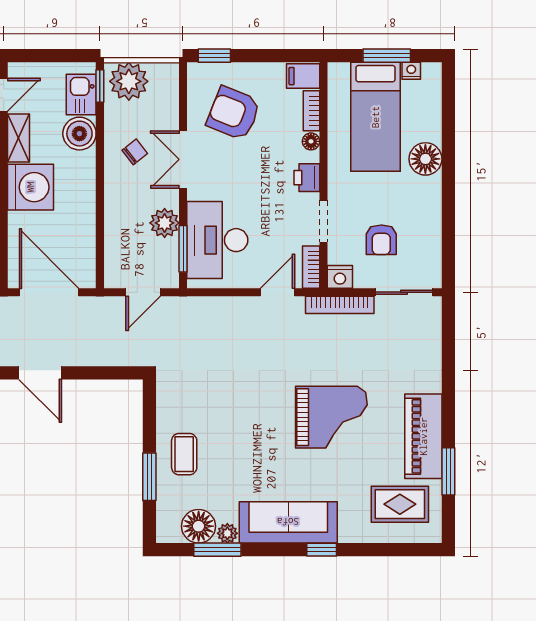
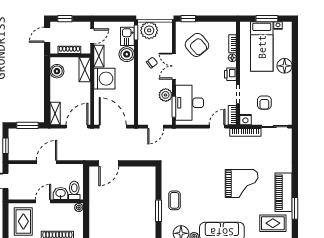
filing cabinet: (303, 76) -> (229, 28), removed
armchair: (234, 113) -> (197, 45), turned -152
door: (40, 373) -> (109, 163), hinge flipped

